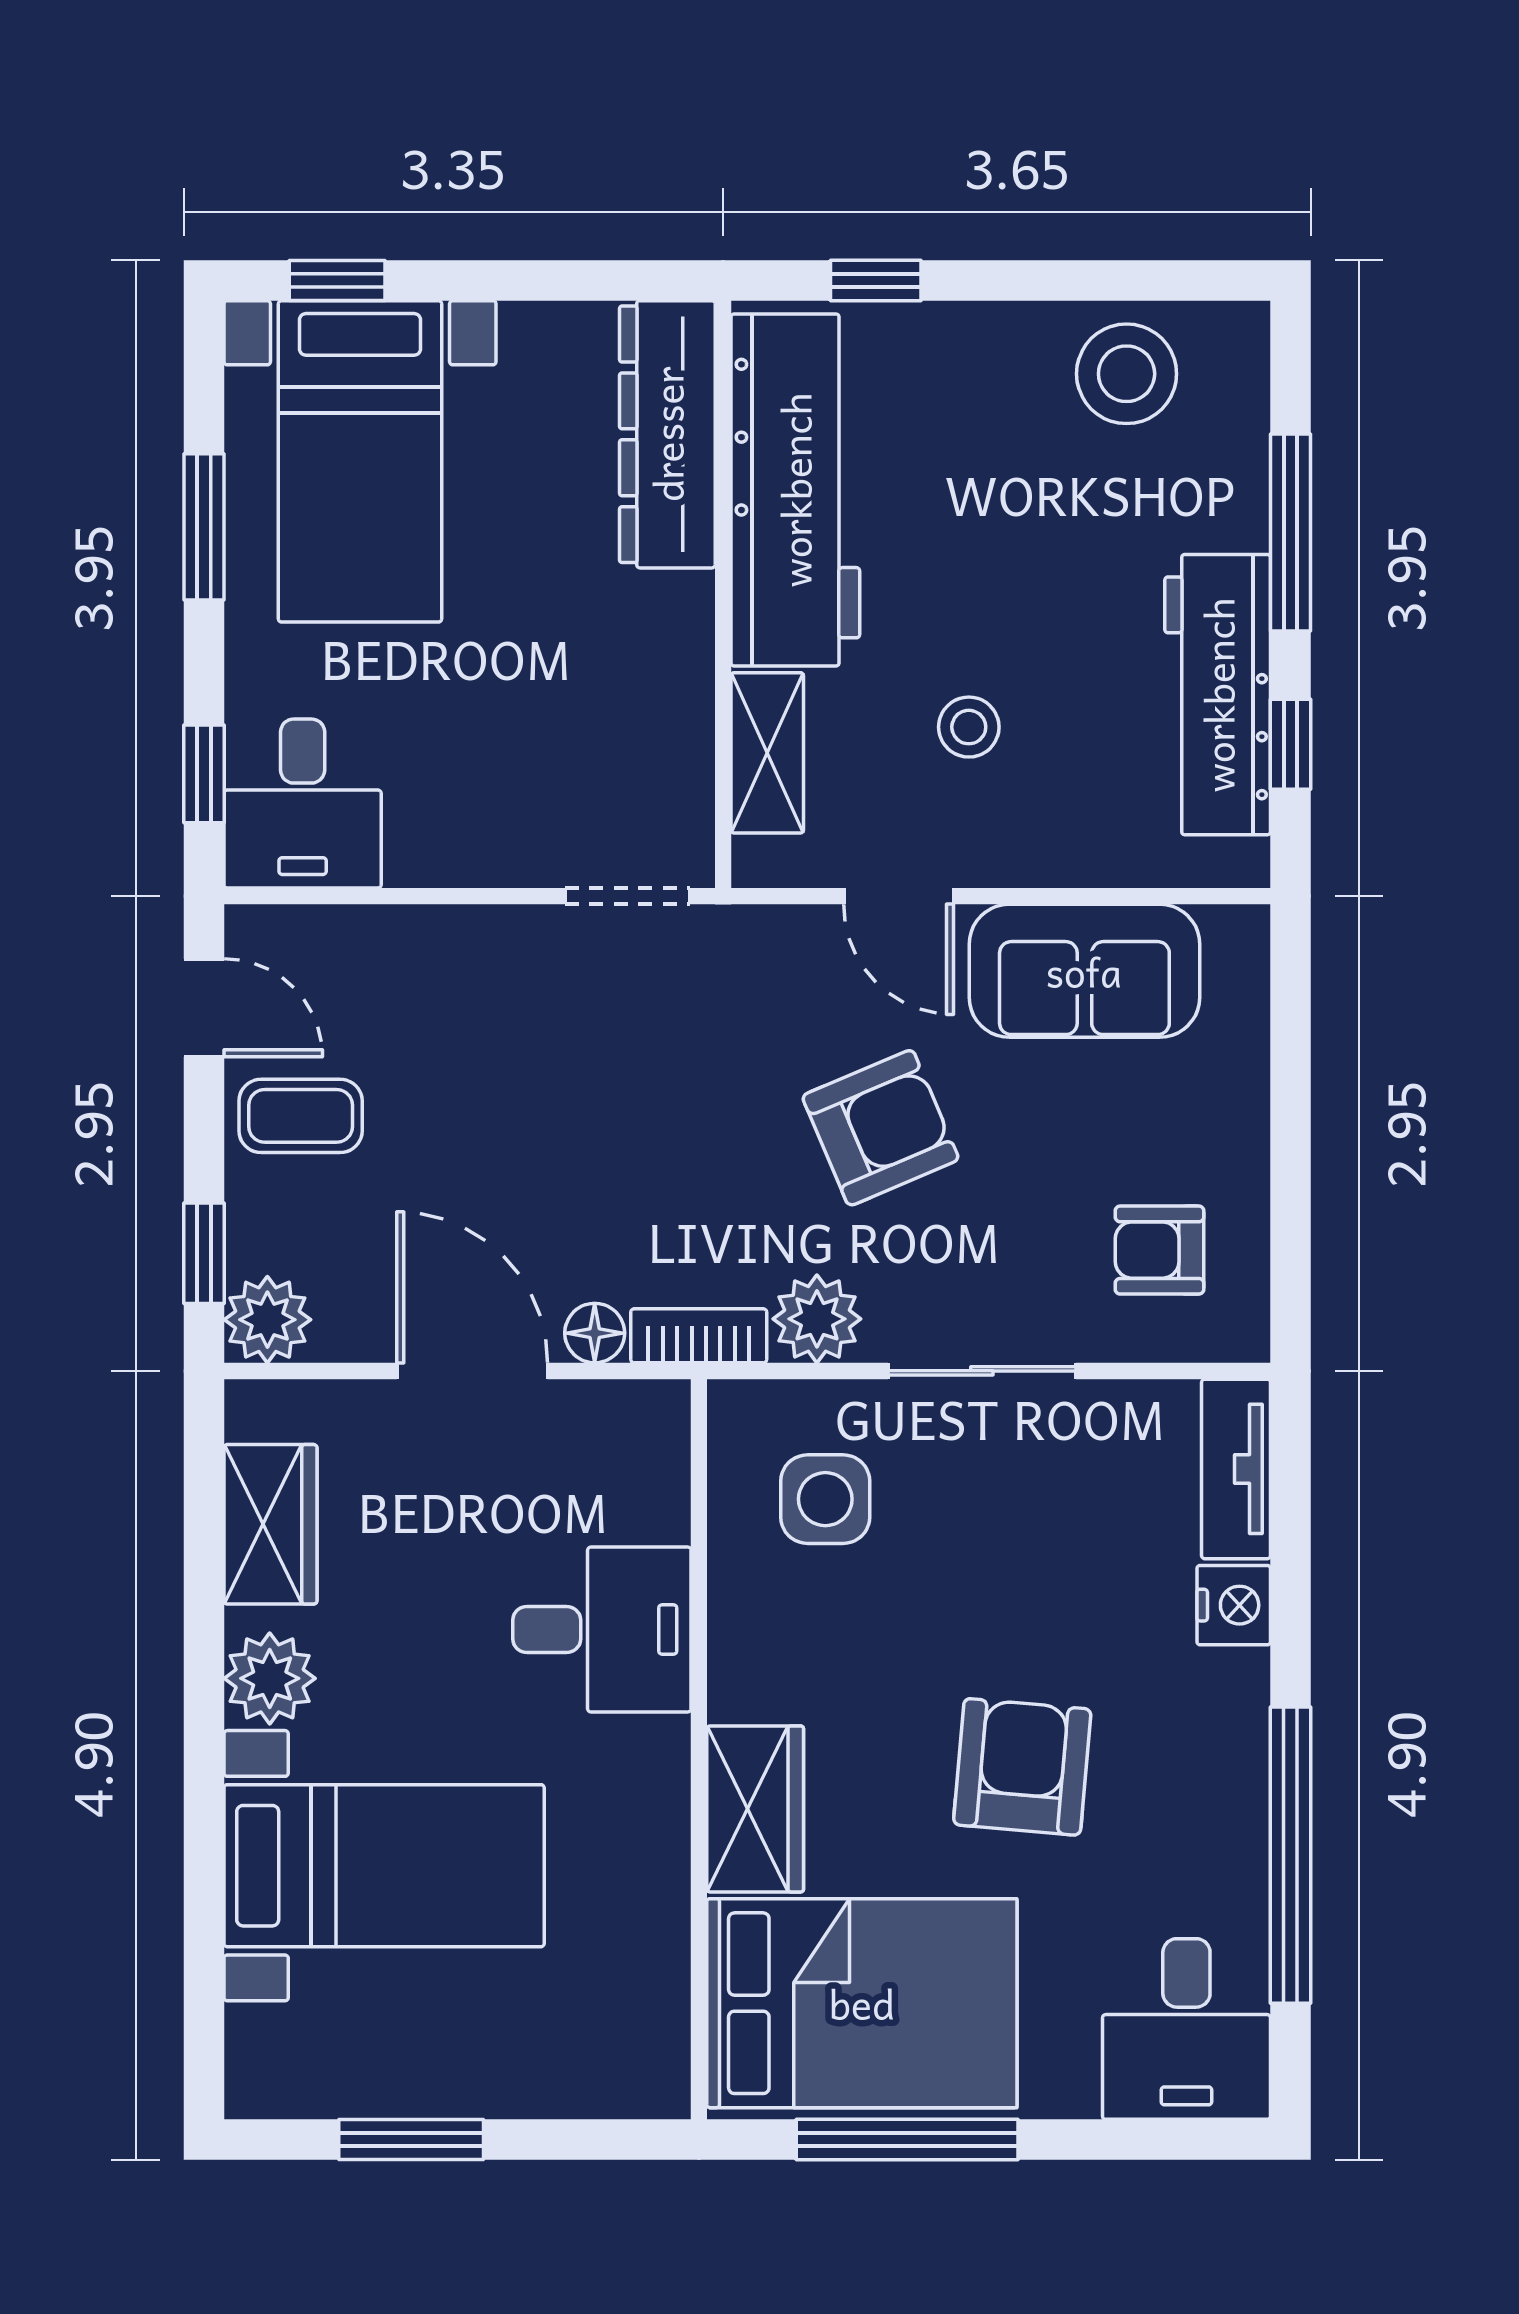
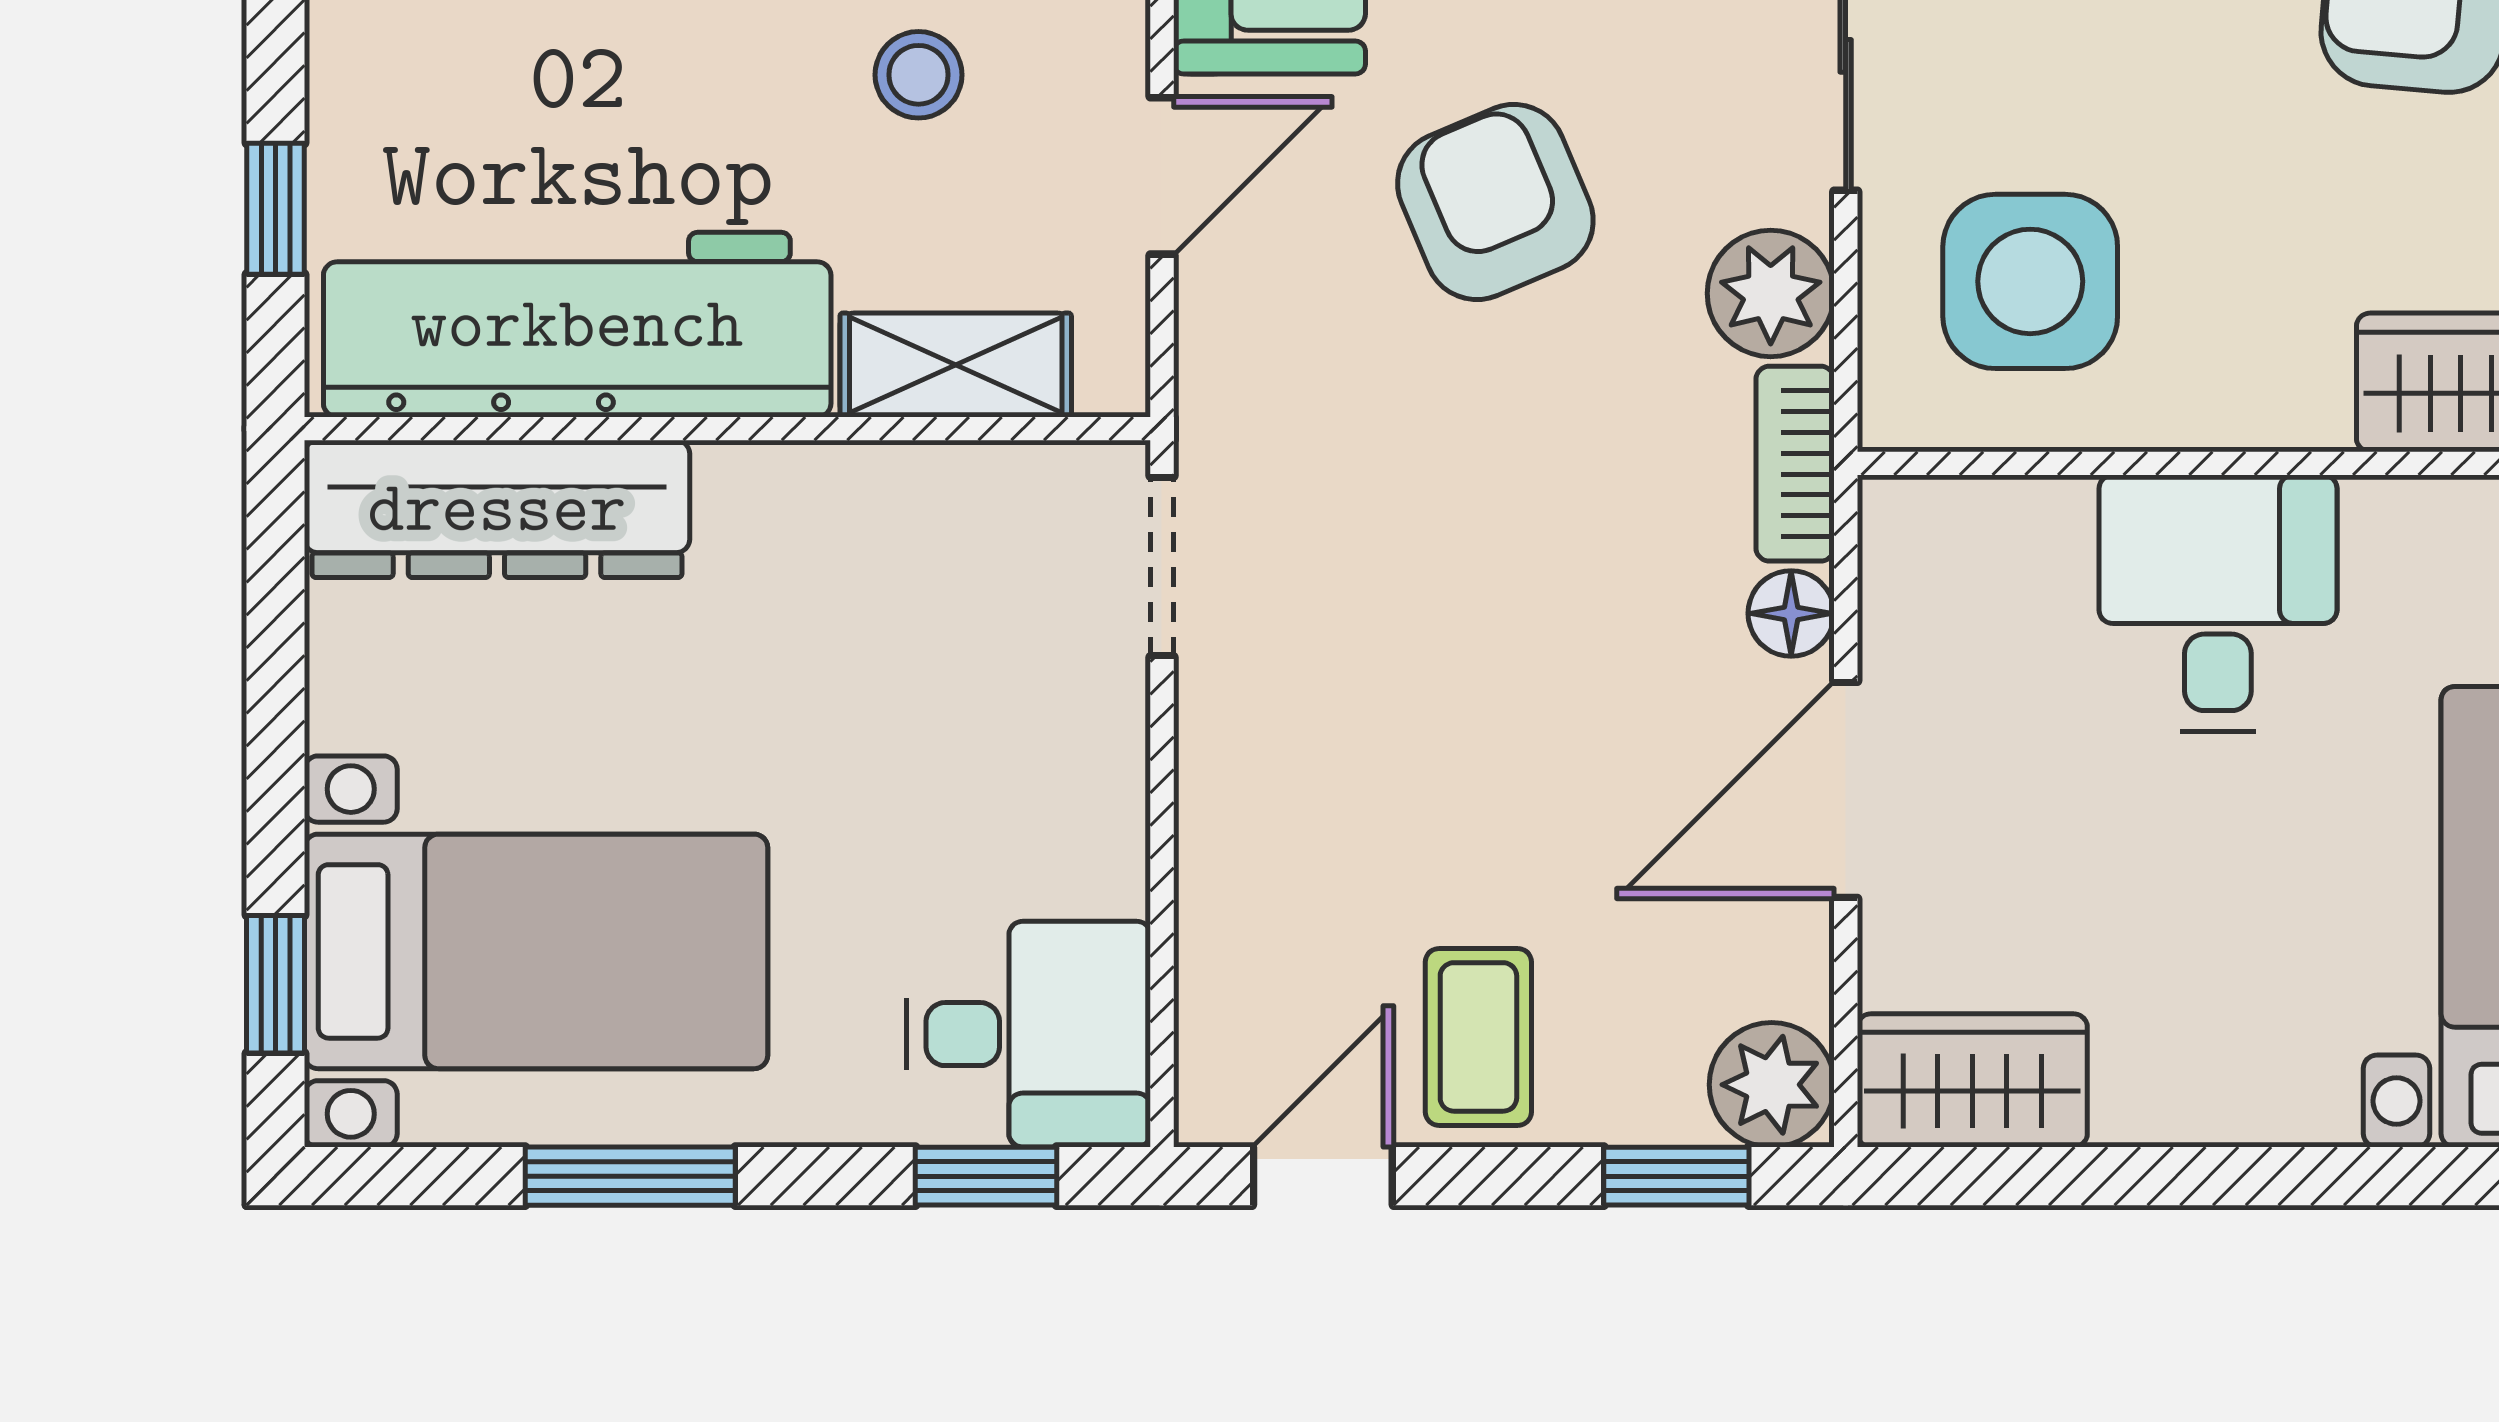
side table: (825, 1499) -> (2030, 281), width x1.37, depth x1.37
wardrobe: (270, 1524) -> (1972, 1080), moved
plant: (270, 1678) -> (2288, 1081), removed

